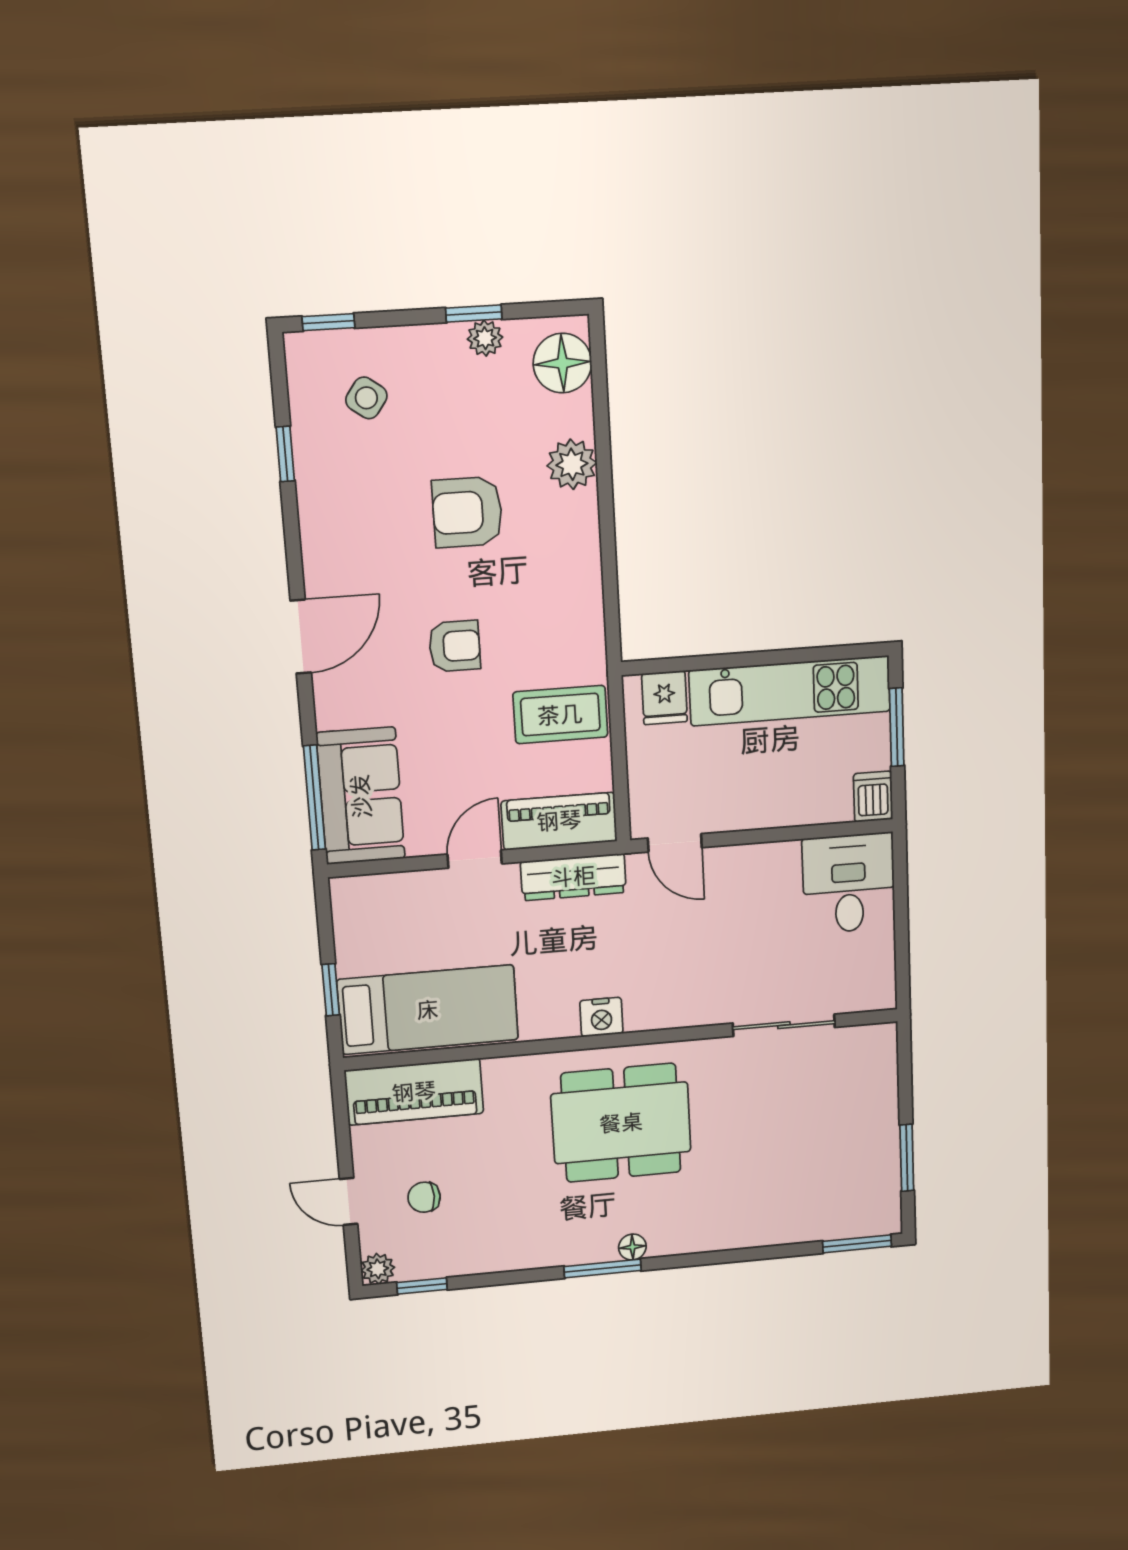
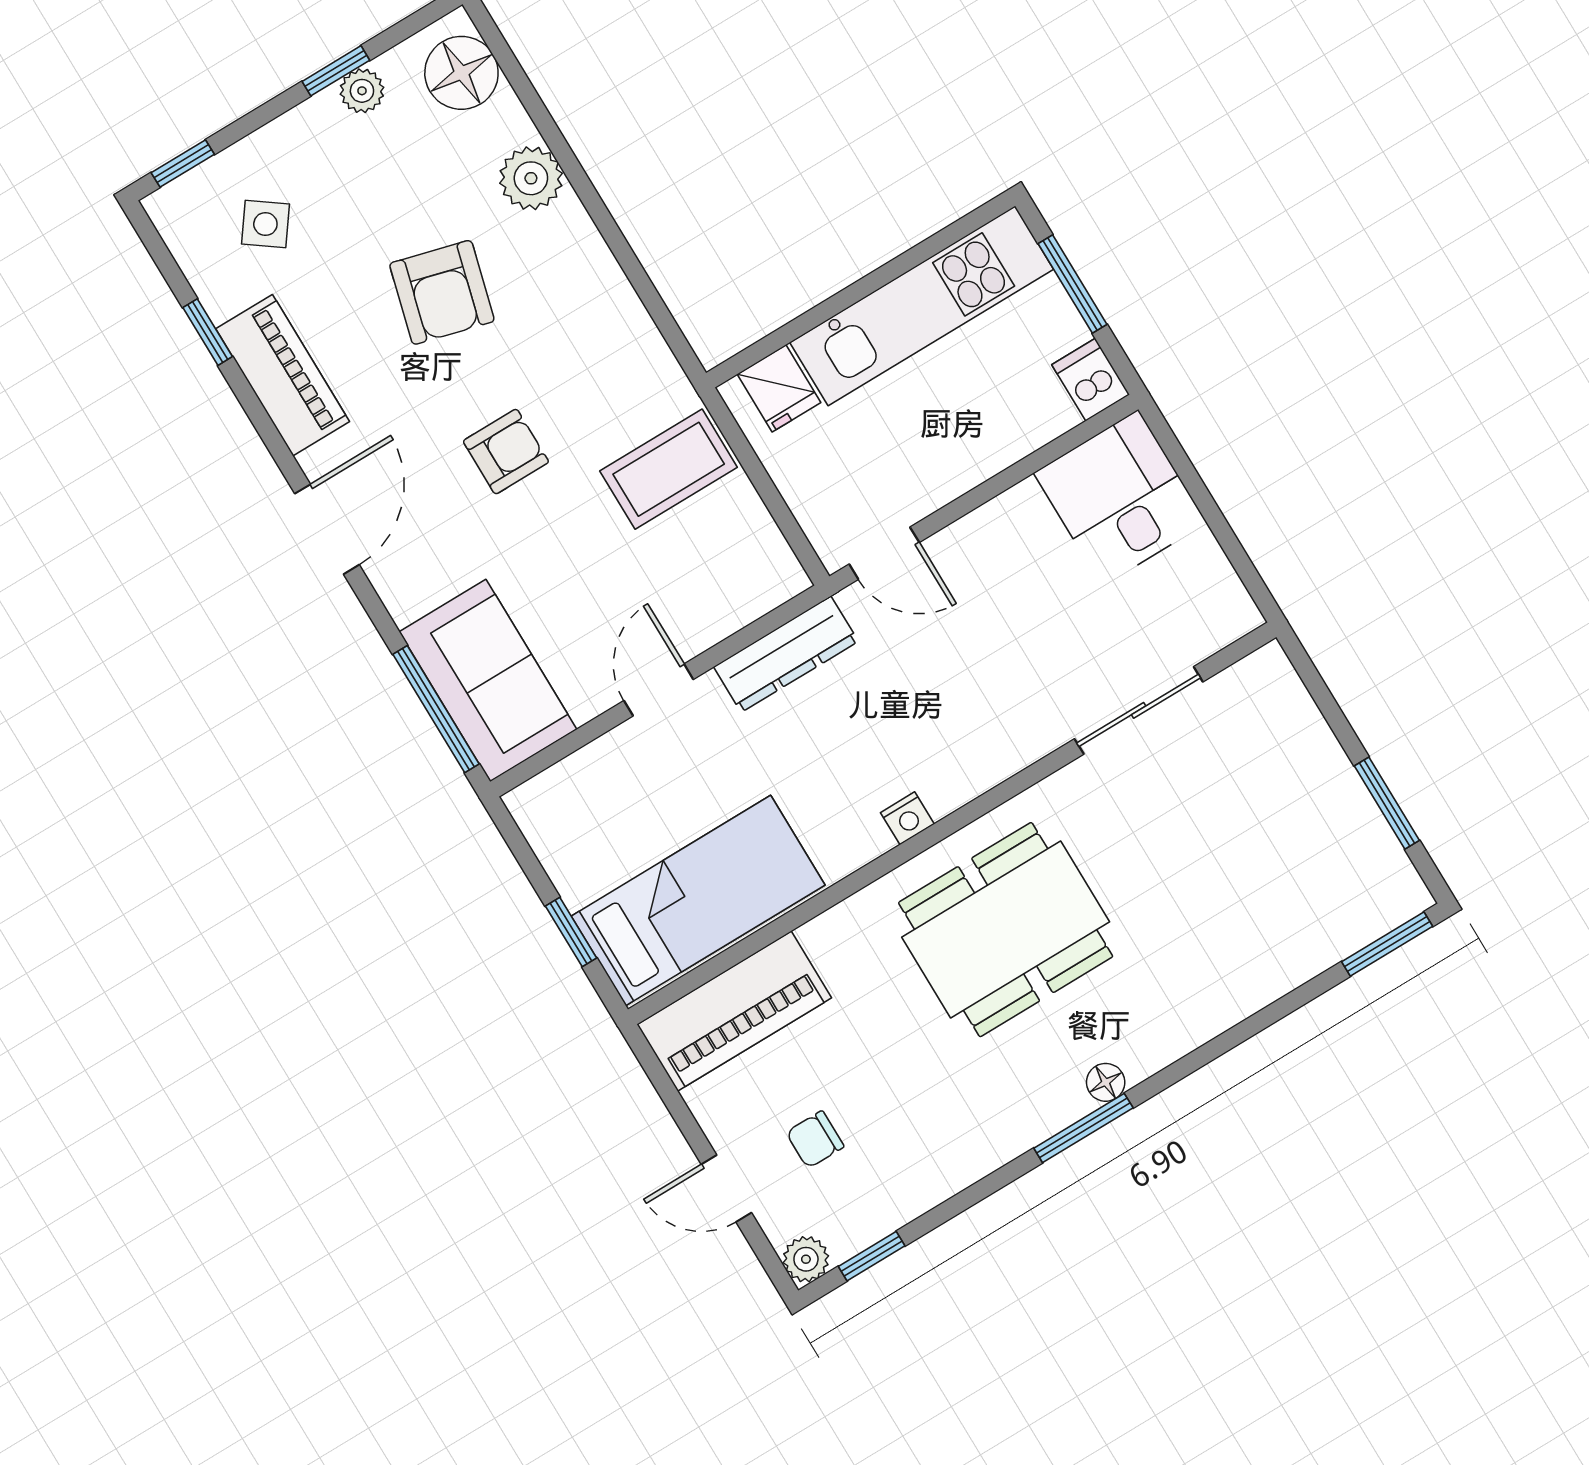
armchair: (467, 512) -> (442, 292), turned -75
piano: (559, 821) -> (283, 375), moved, turned 90
nightstand: (601, 1017) -> (907, 818), width x0.72, depth x0.74

